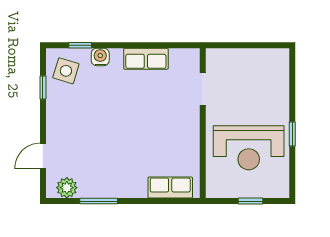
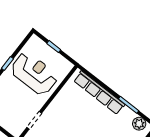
row of seats: (170, 188) -> (99, 93), width x2.02

